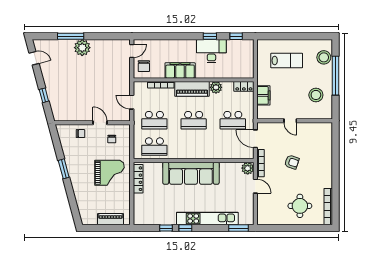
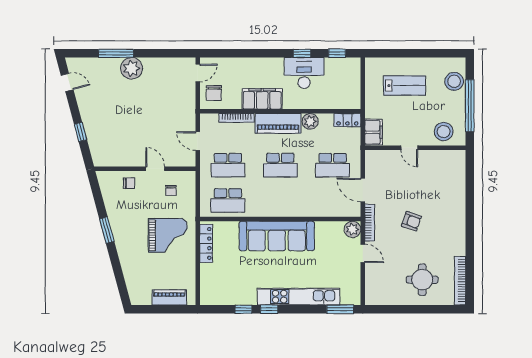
door: (290, 121) -> (409, 148), moved
wall: (295, 121) -> (415, 148), moved

